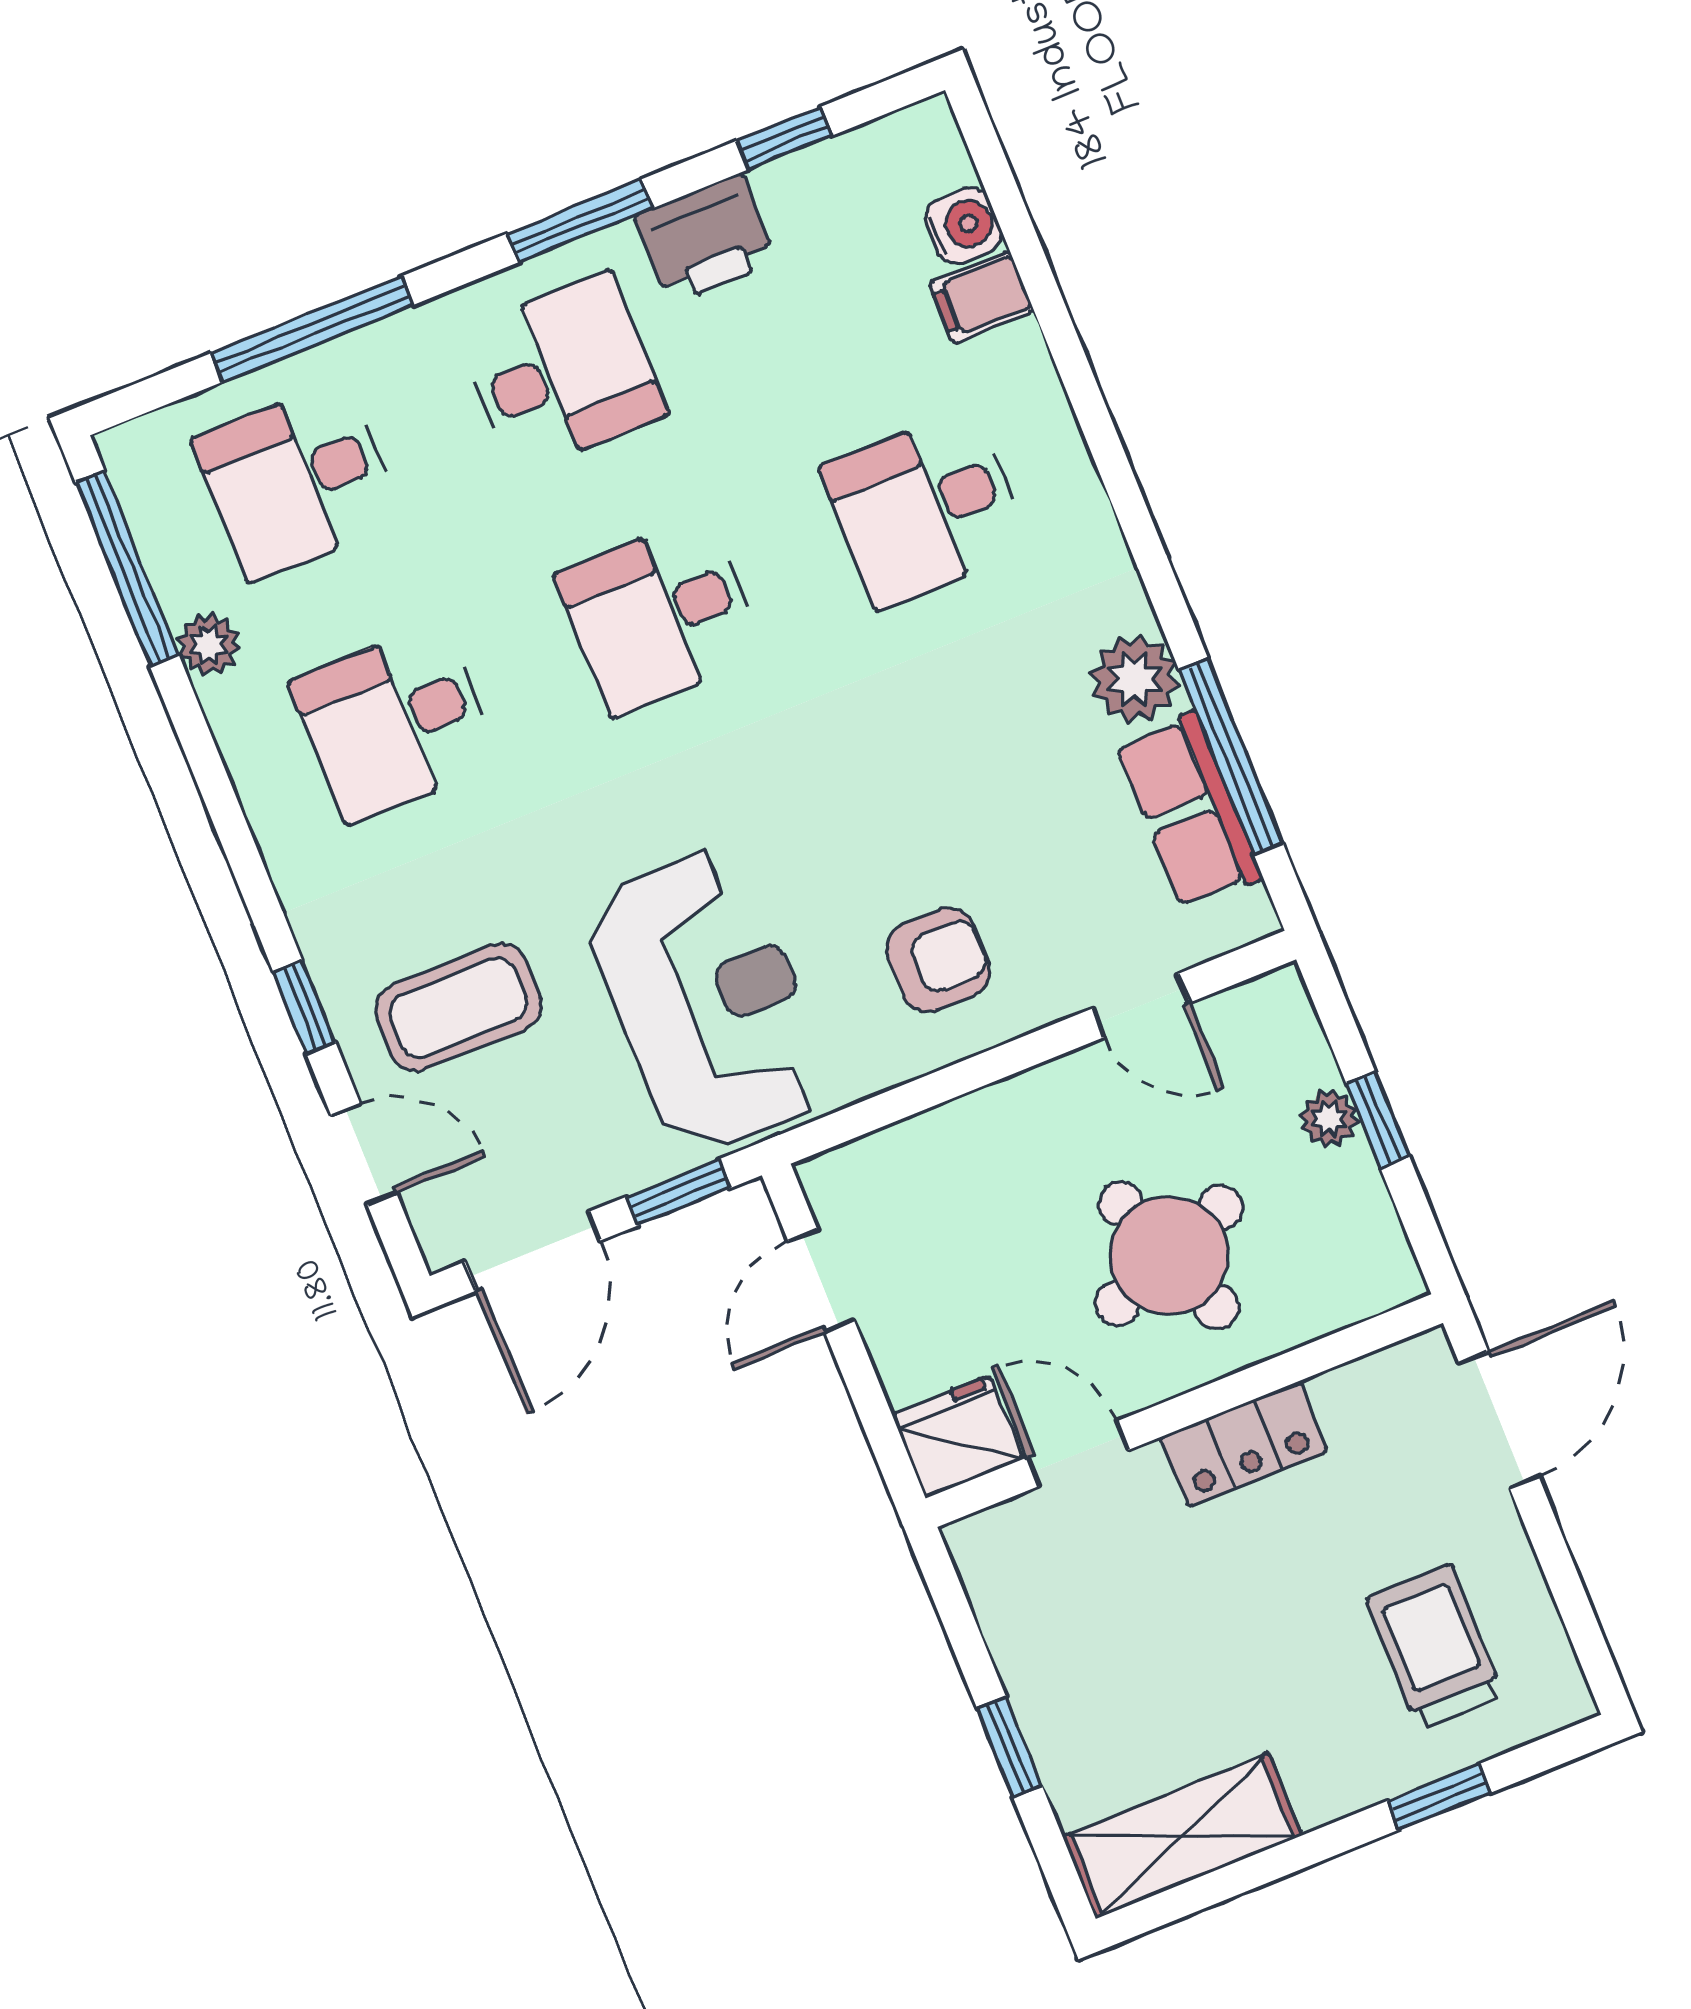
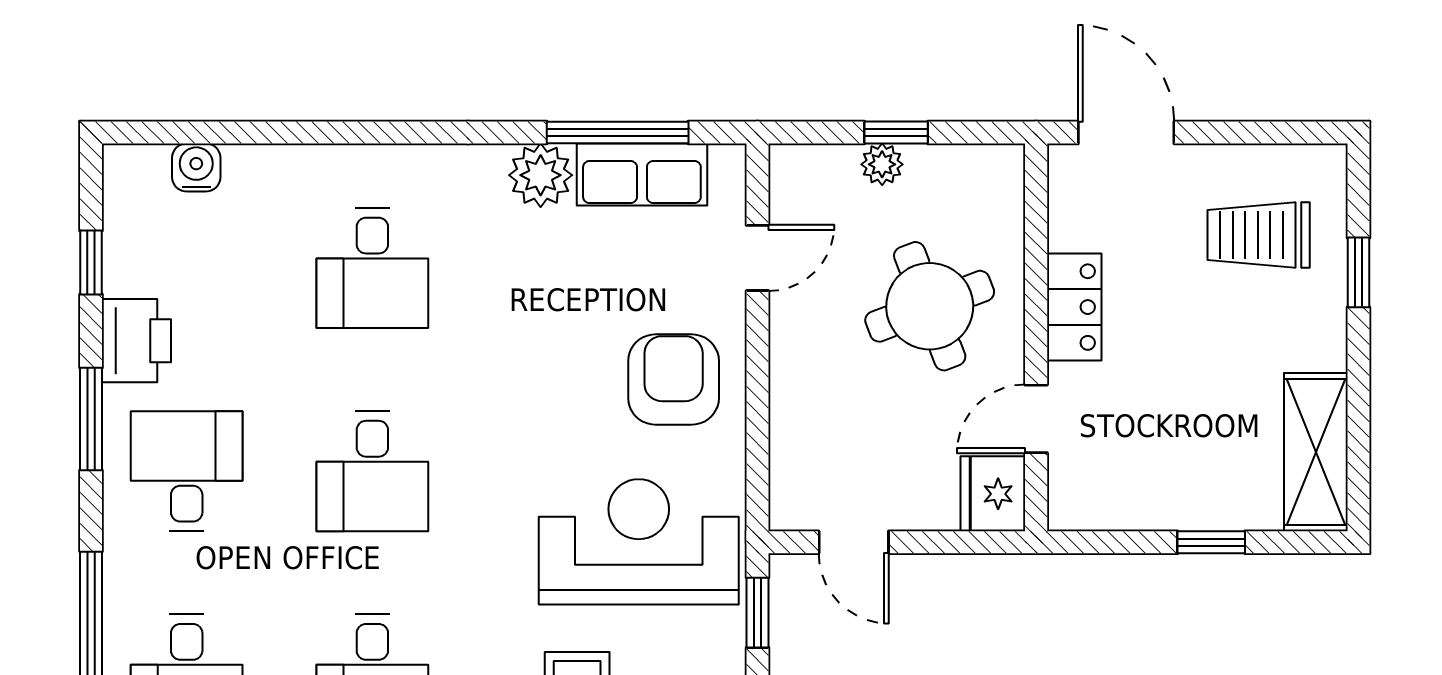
filing cabinet: (981, 297) -> (248, 175), removed
armchair: (938, 960) -> (674, 380), width x1.38, depth x1.38

